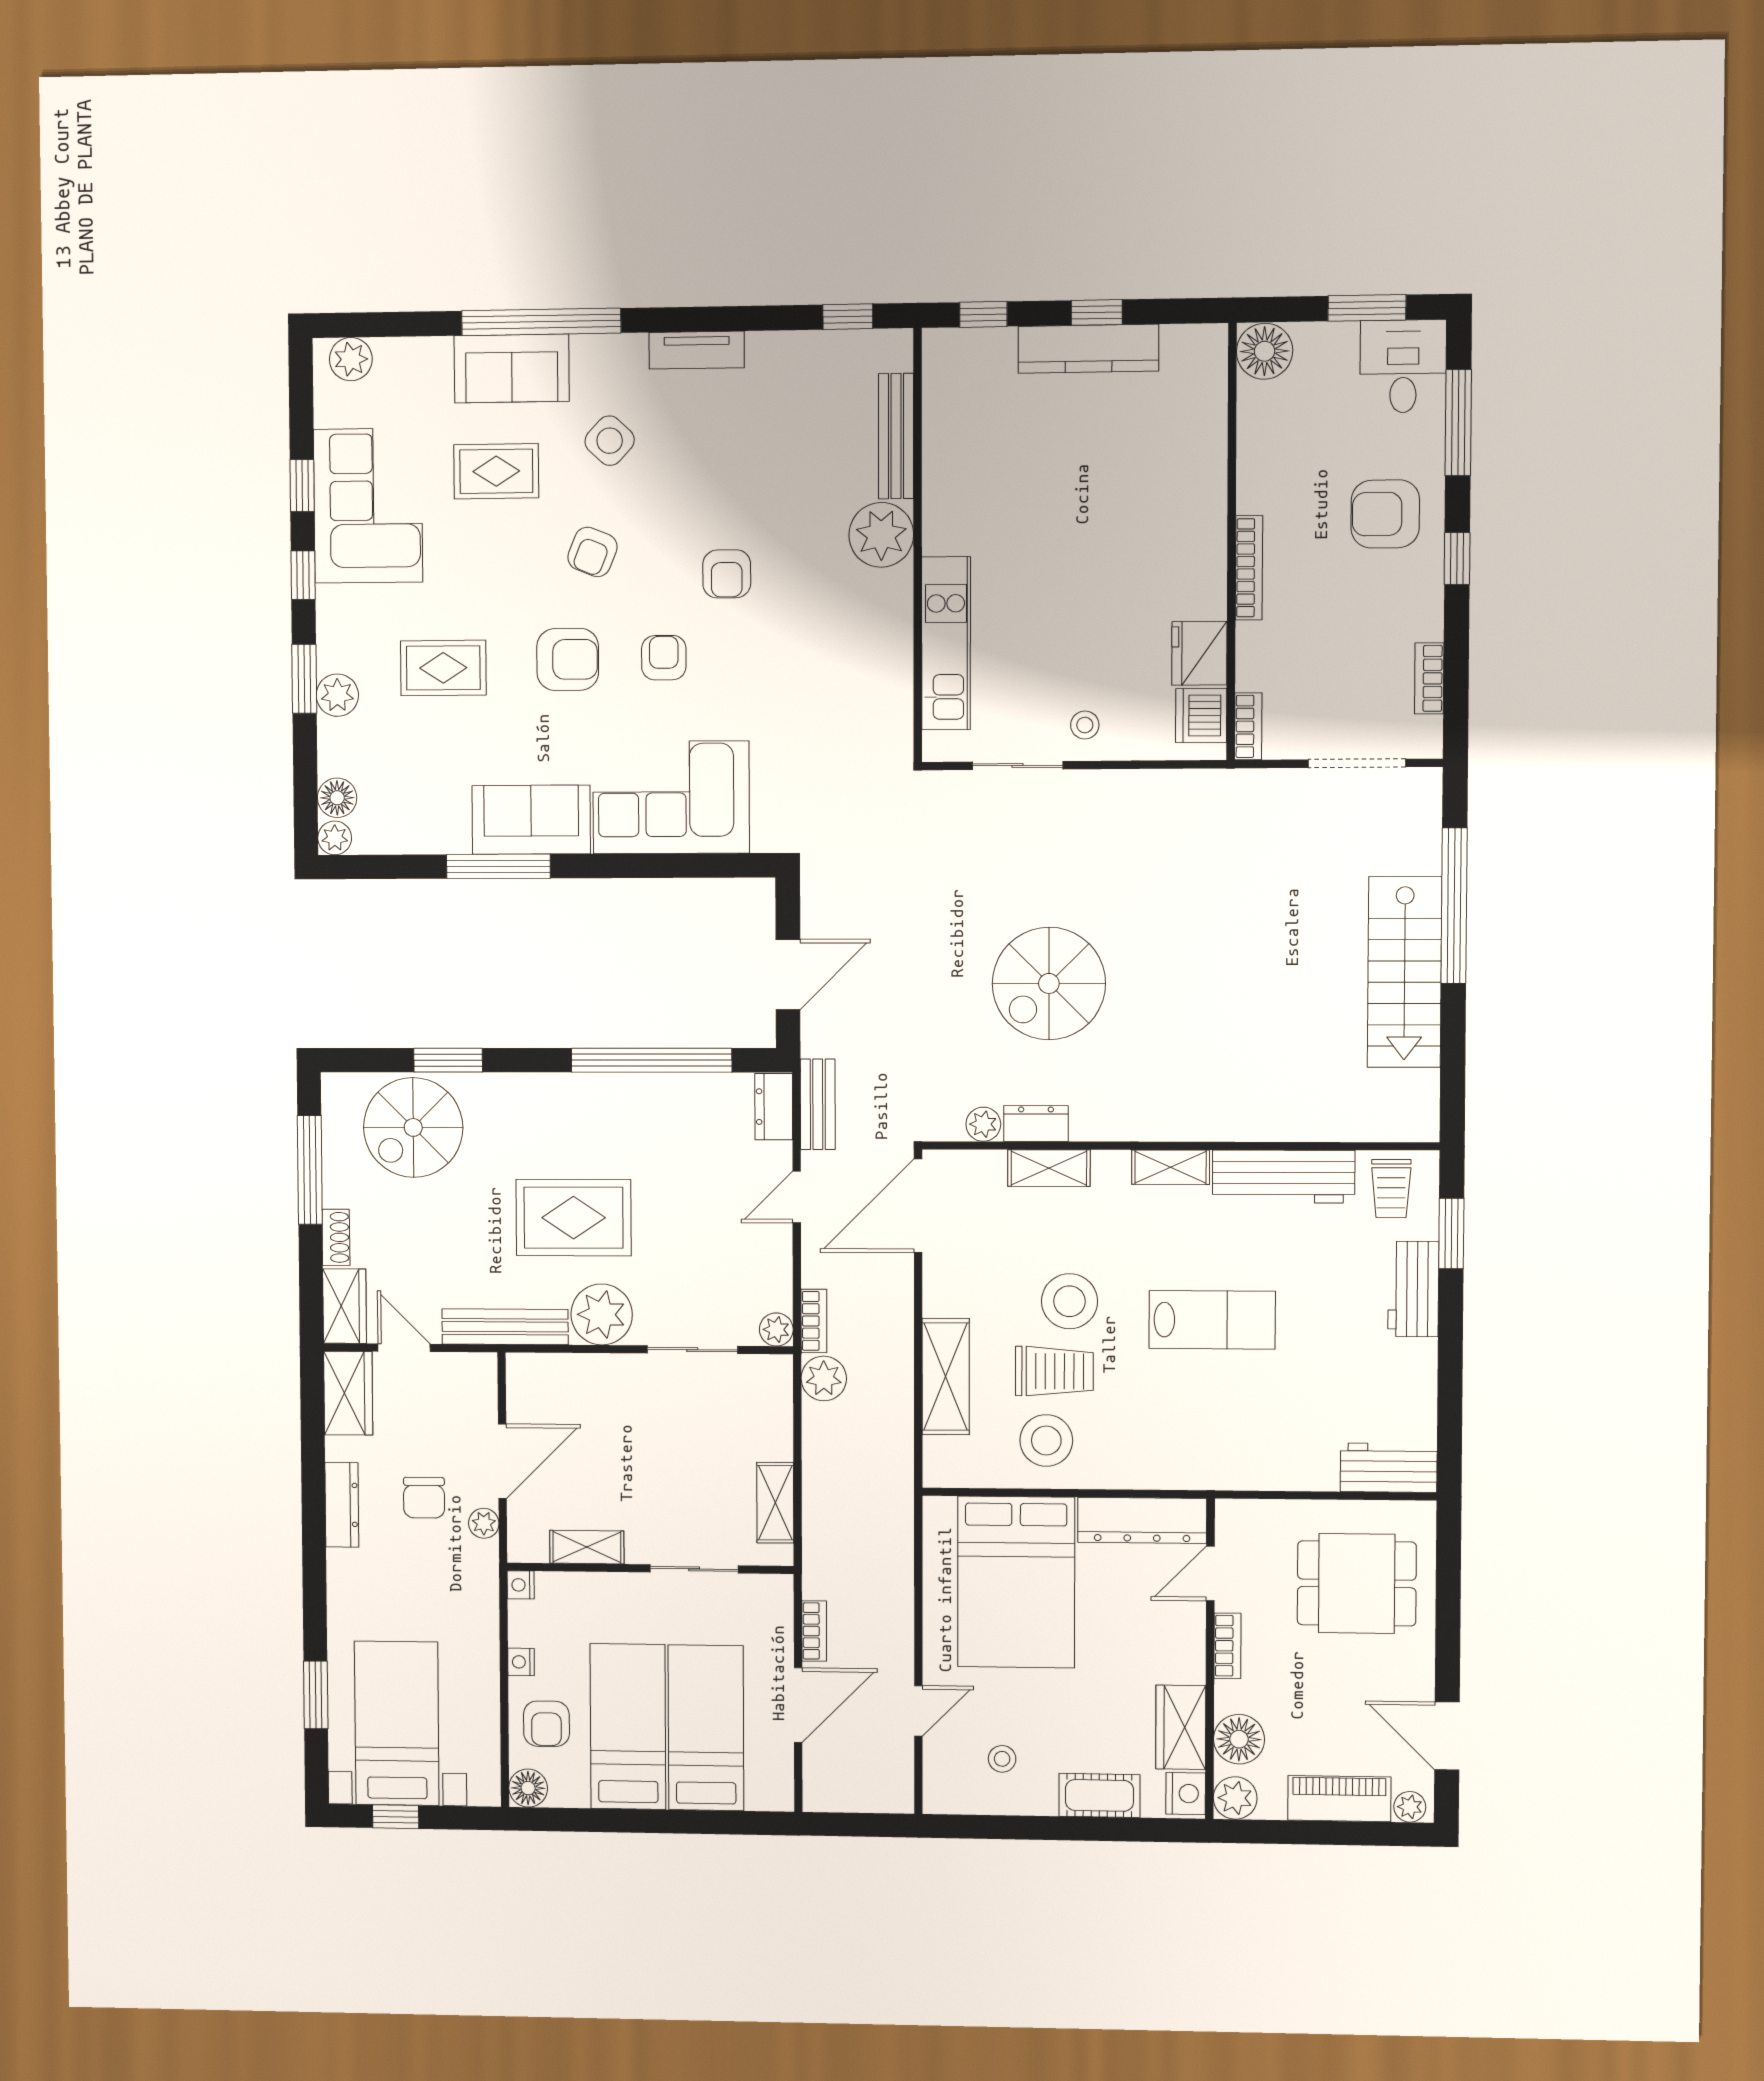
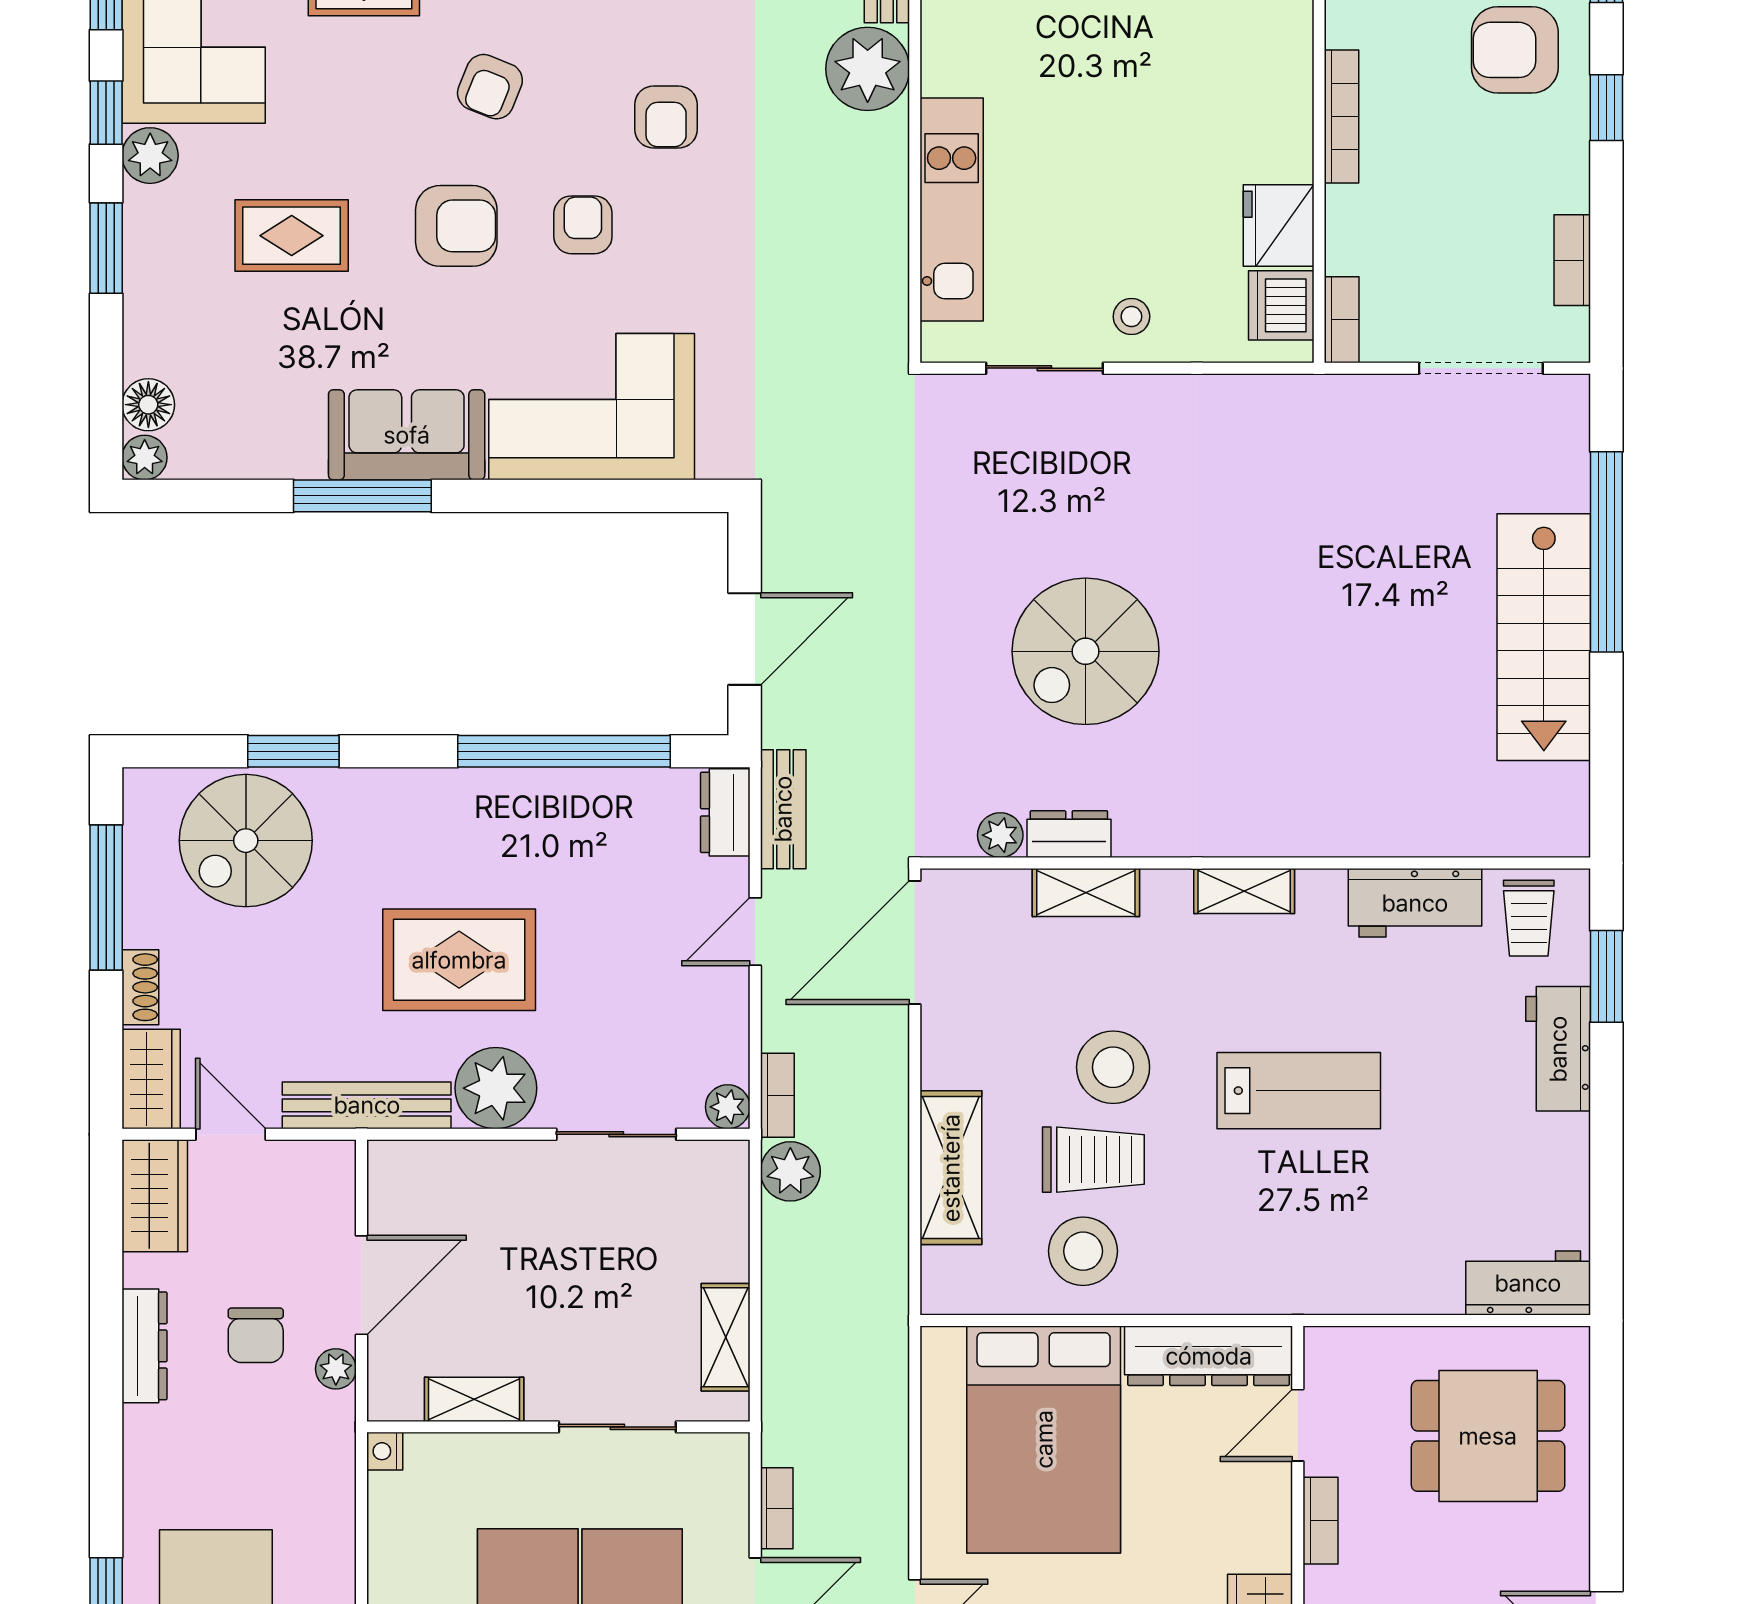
plant: (337, 695) -> (150, 156), moved
workbench: (1284, 1177) -> (1415, 903), width x0.73
nightstand: (521, 1662) -> (384, 1555), removed

